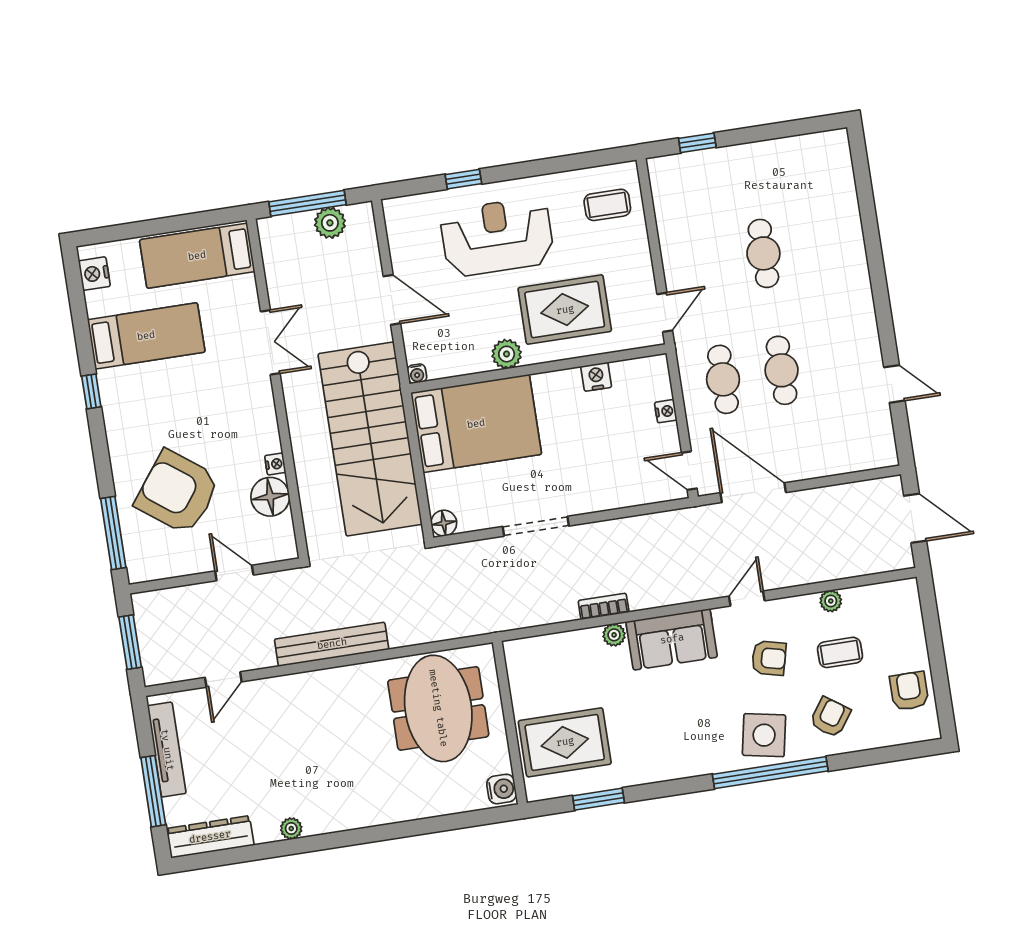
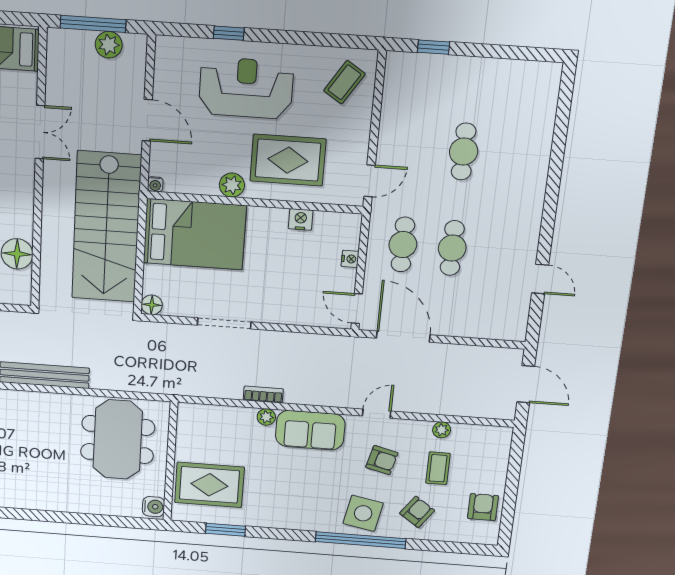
coffee table: (607, 205) -> (344, 82), turned -57
nightstand: (275, 464) -> (26, 230), removed
coffee table: (840, 652) -> (438, 468), turned 90

